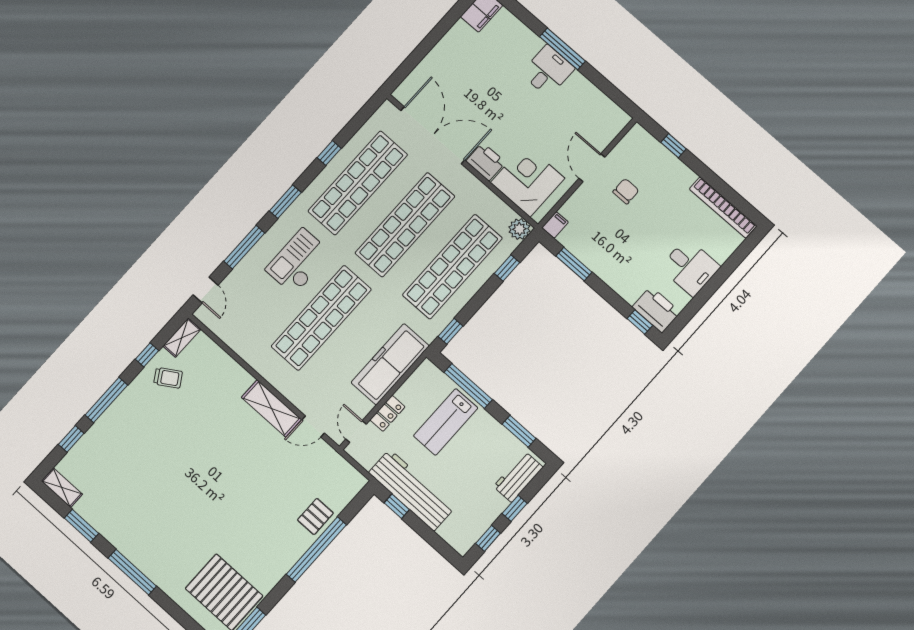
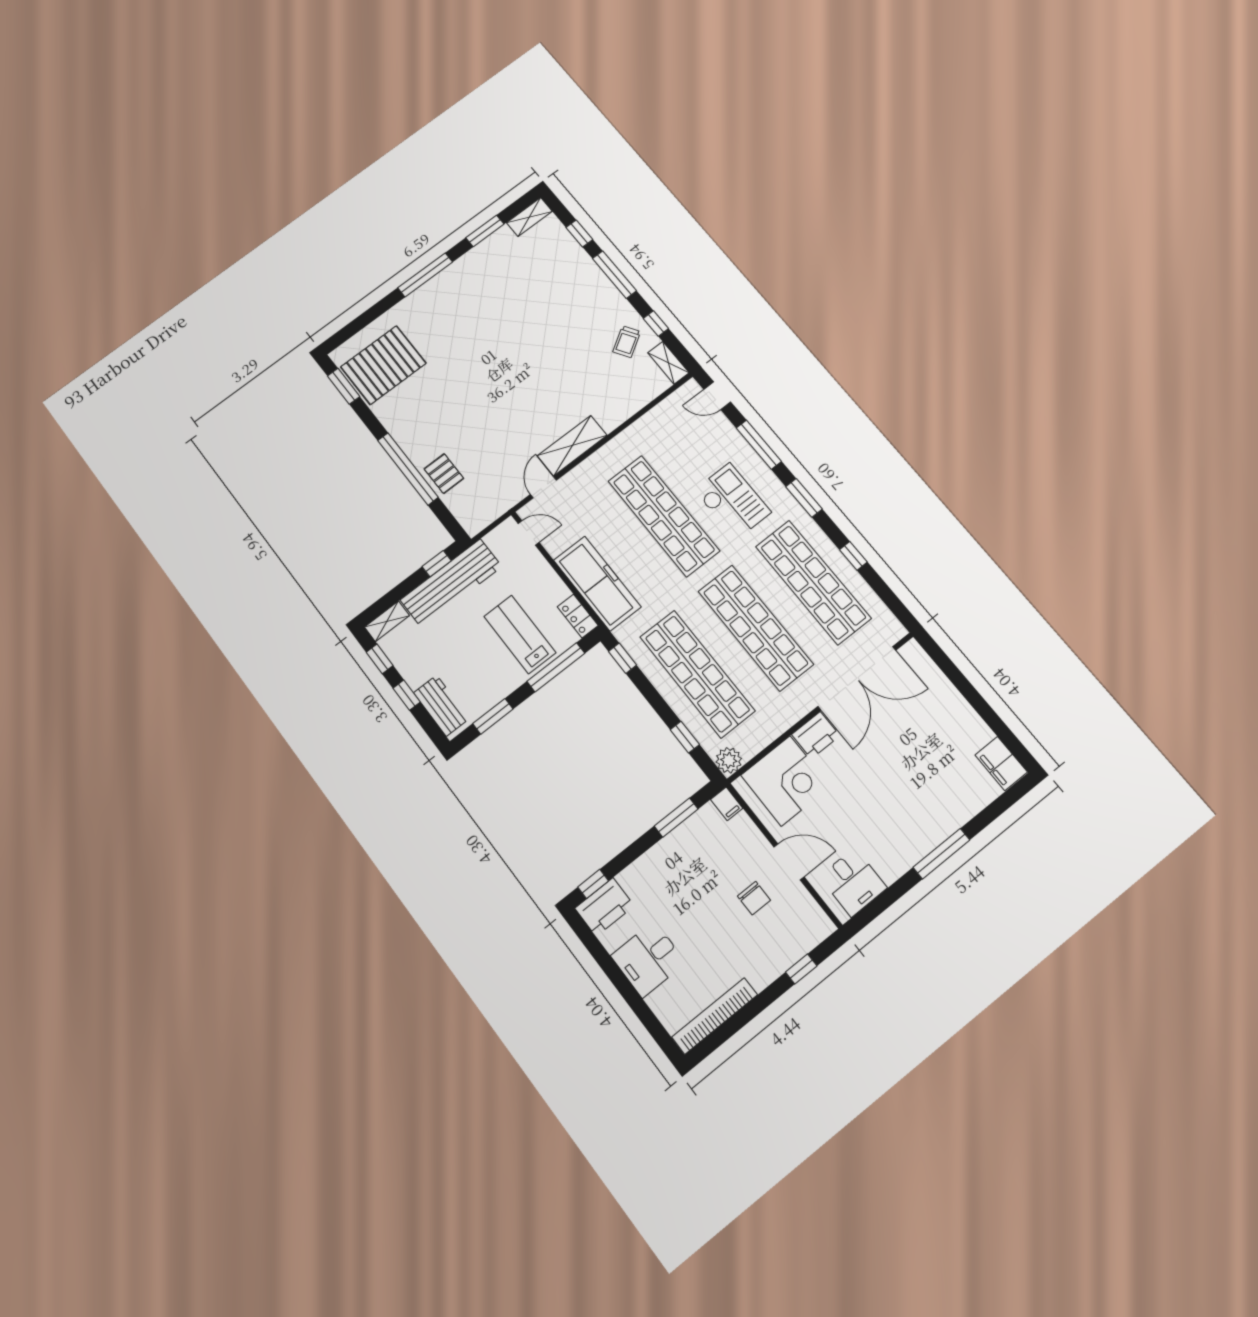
desk: (548, 71) -> (853, 882), moved
locker: (387, 413) -> (578, 616), moved
shelving: (455, 539) -> (387, 621), added

